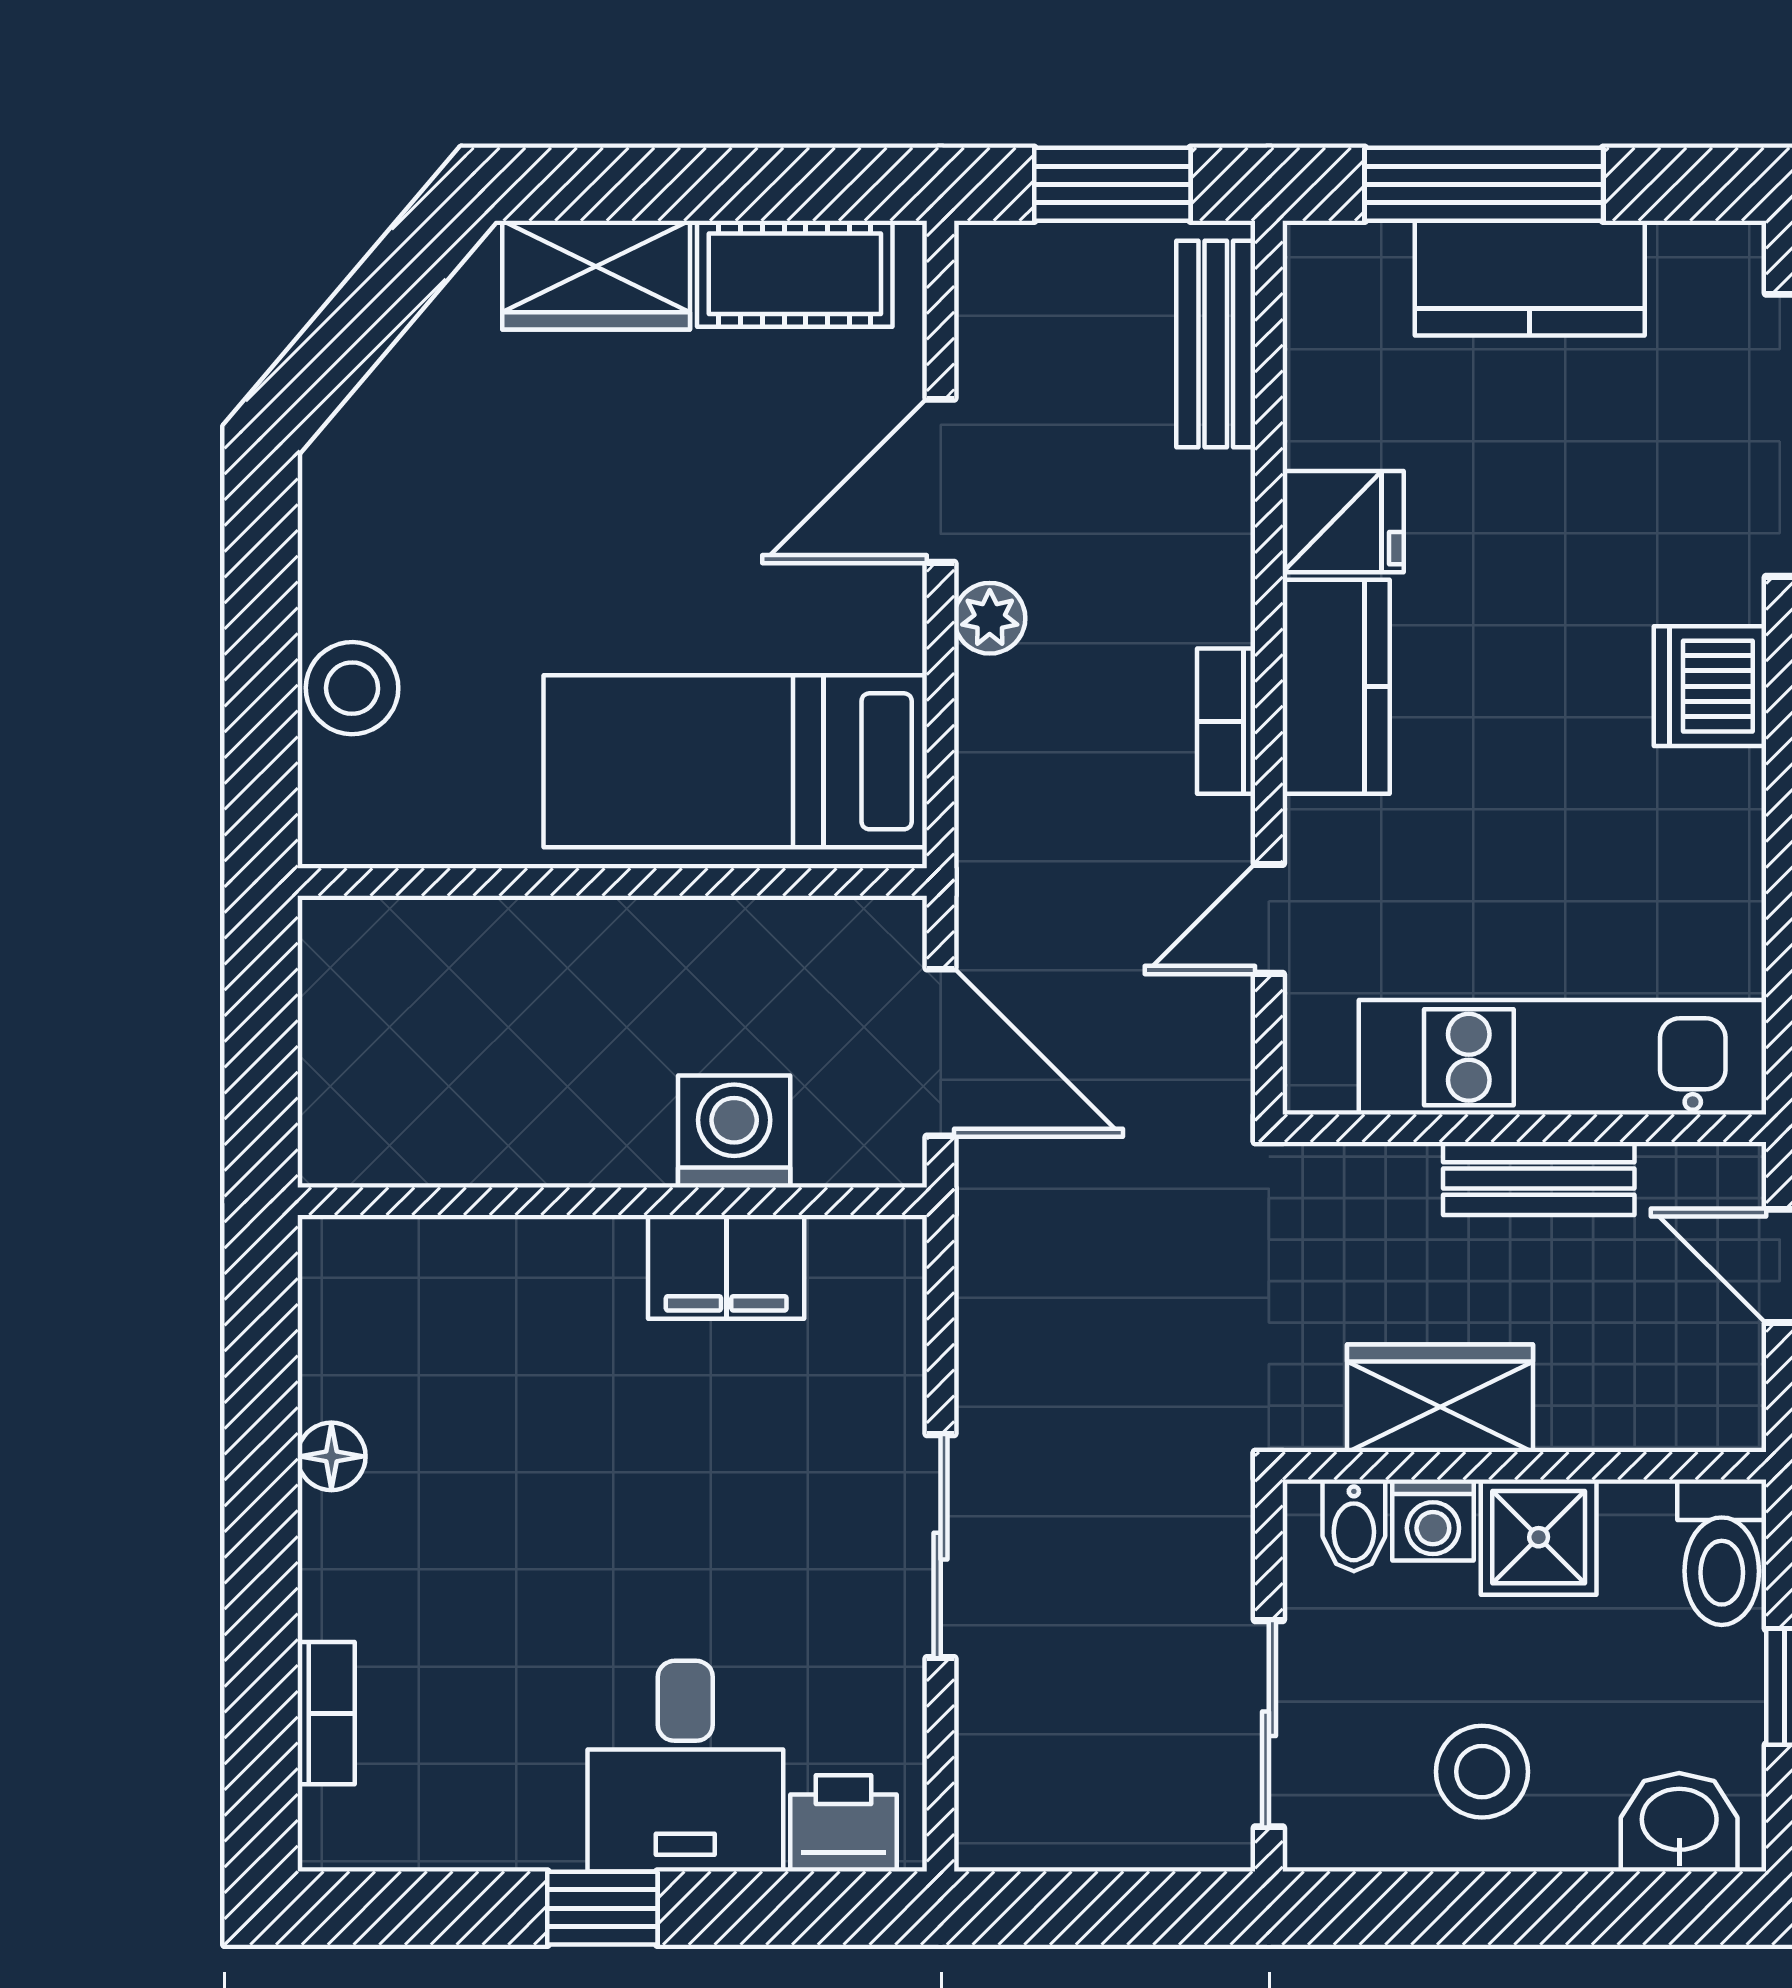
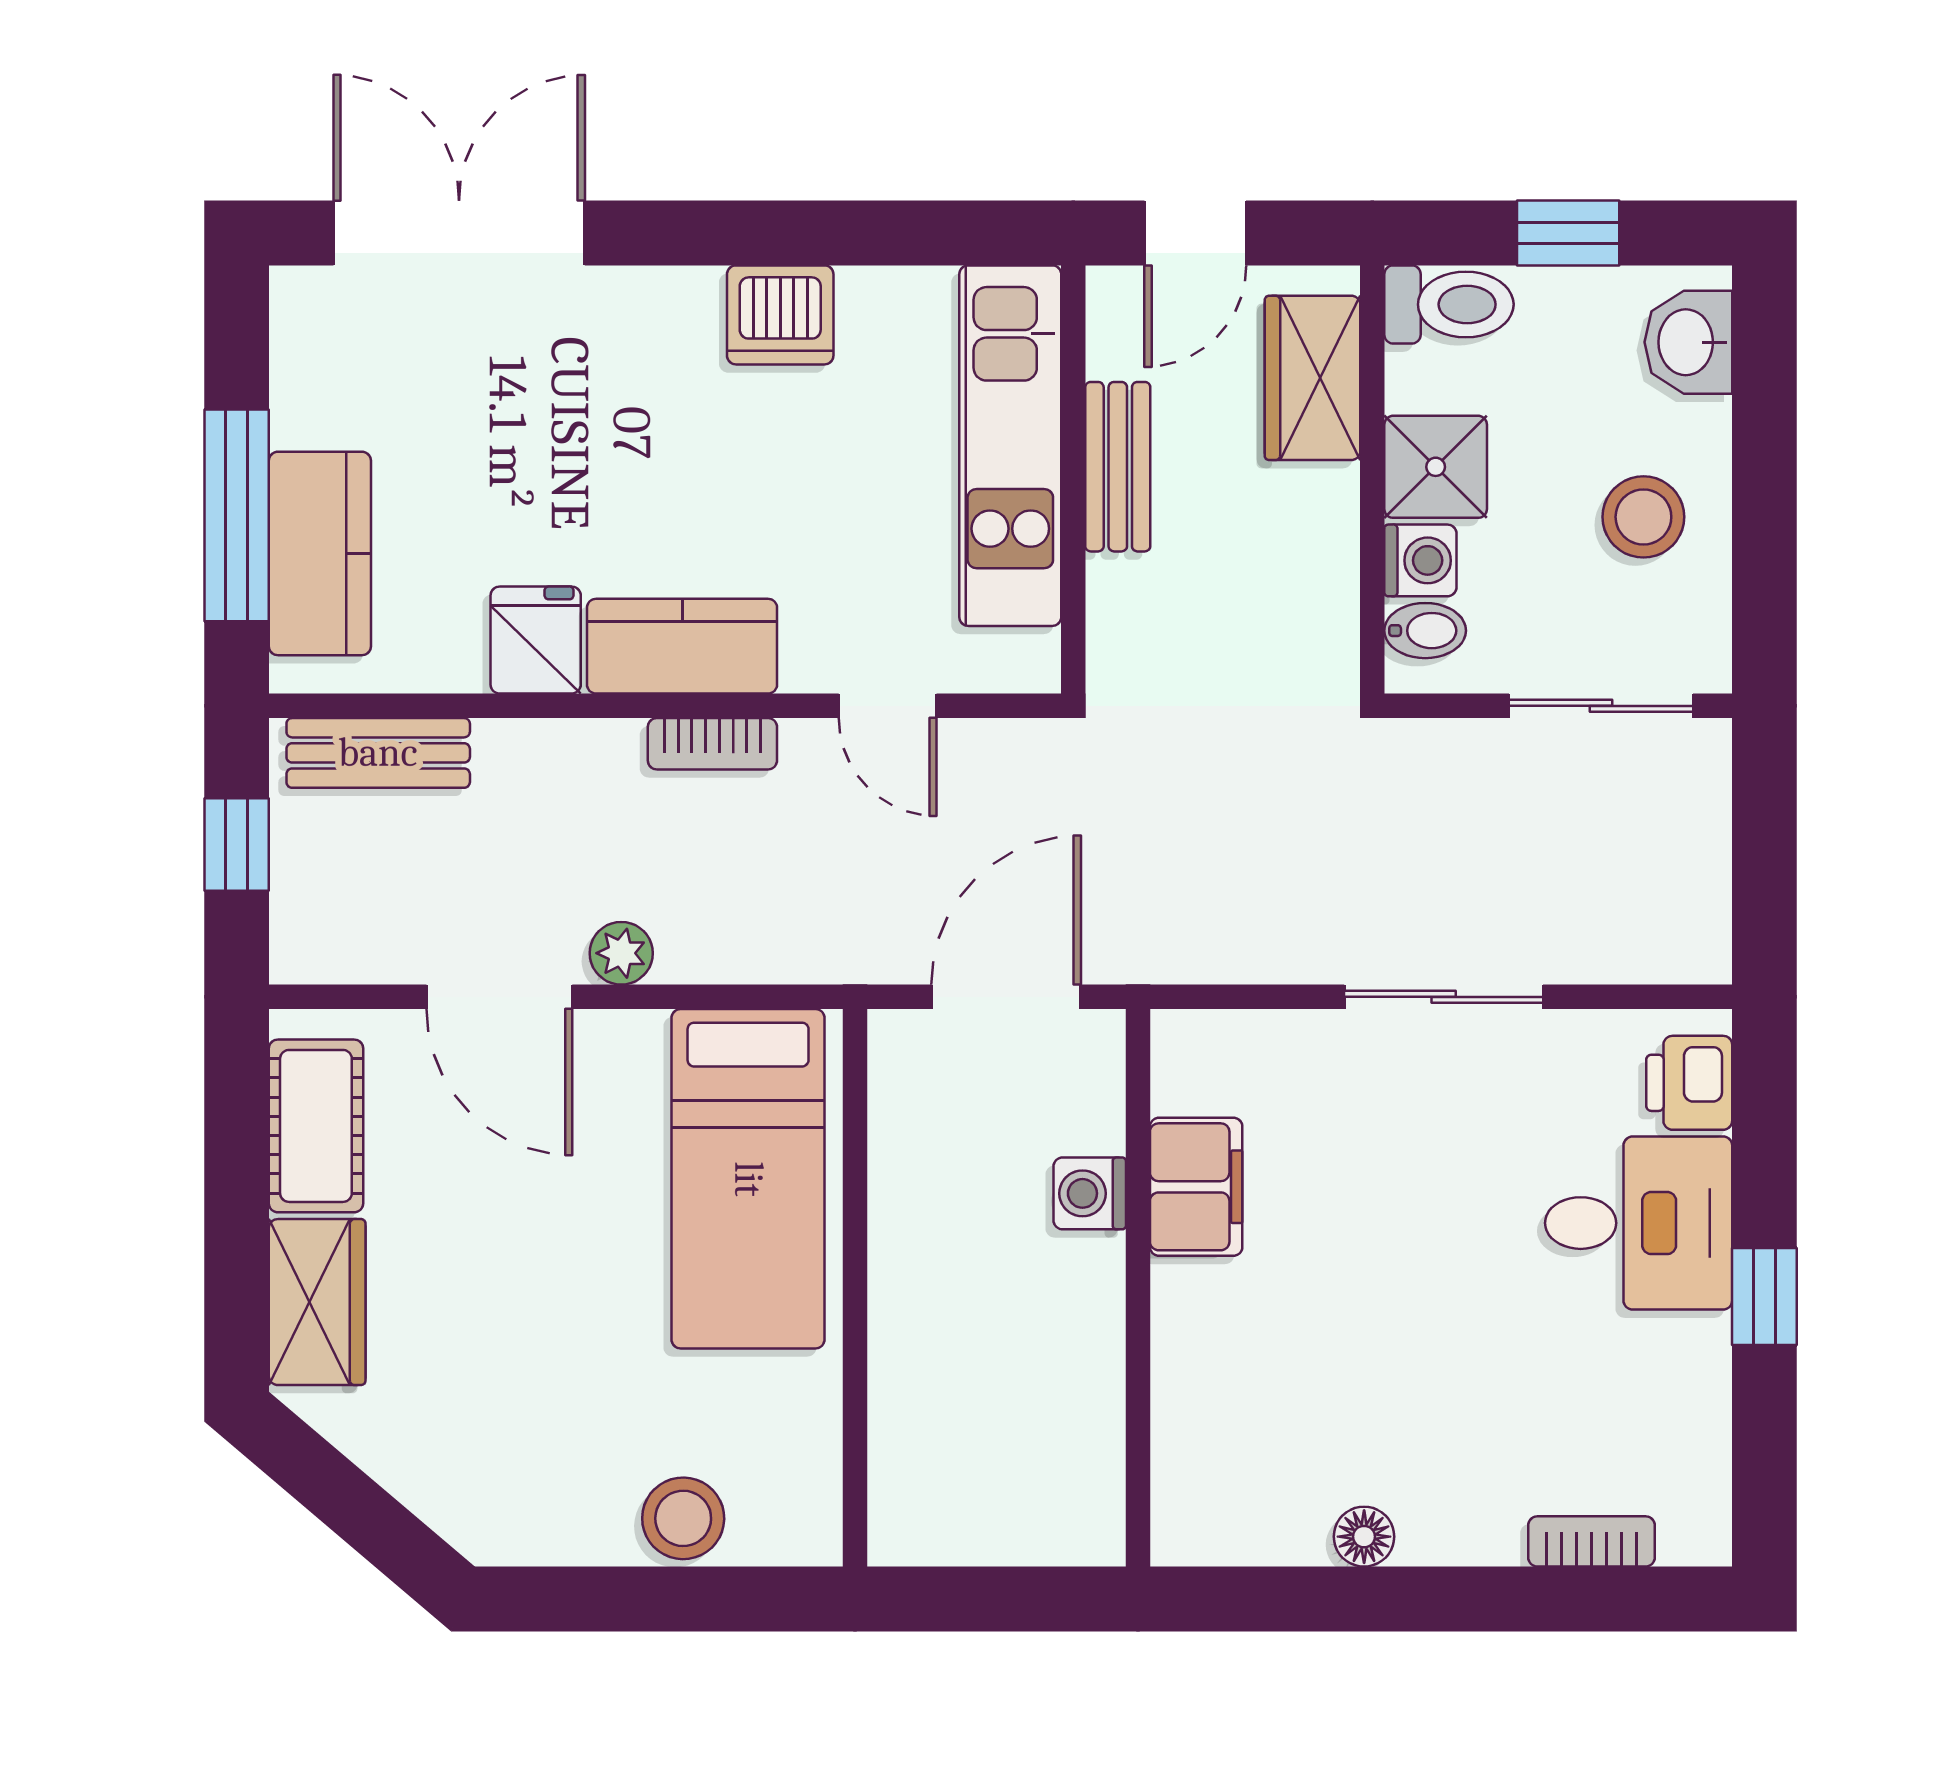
window: (1112, 184) -> (237, 845), width x0.67
kitchen counter: (1530, 278) -> (320, 553), moved
dishwasher: (1710, 686) -> (780, 315), moved
washing machine: (734, 1131) -> (1090, 1193), width x0.73, depth x0.73
wardrobe: (1440, 1398) -> (1312, 378), moved

